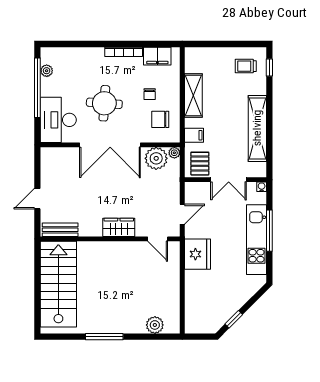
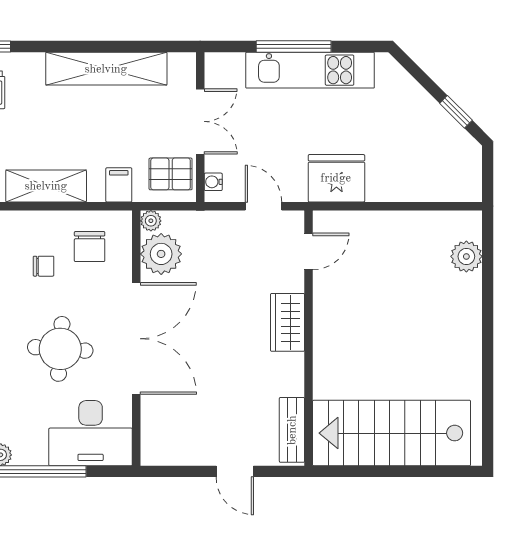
water cooler: (262, 187) -> (213, 182), moved
window: (104, 337) -> (488, 349), removed

